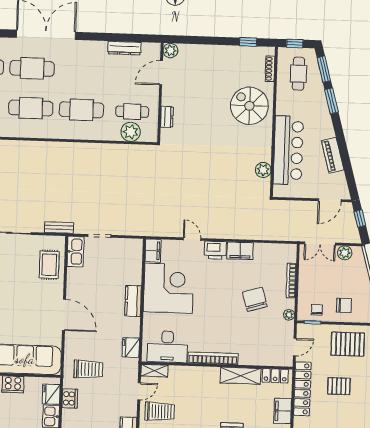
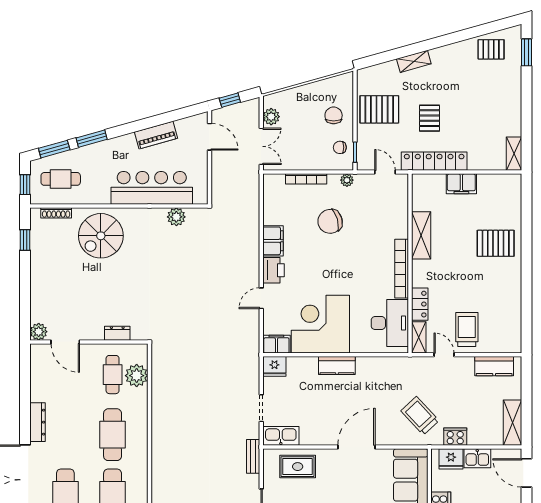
dresser: (124, 48) -> (38, 422), moved
pallet: (348, 344) -> (379, 109), turned 90
fridge: (131, 348) -> (274, 366), moved
trolley: (88, 369) -> (420, 416), turned -43
locker: (275, 376) -> (420, 304), moved

